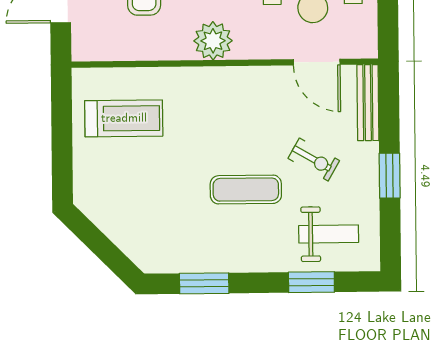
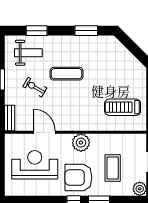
door: (317, 62) -> (44, 132), moved
bench: (368, 103) -> (10, 118), width x0.73
weight bench: (329, 234) -> (28, 53), turned 180

